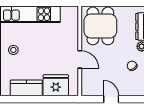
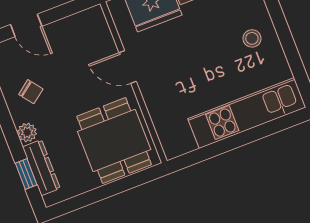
door: (111, 99) -> (26, 25), moved

